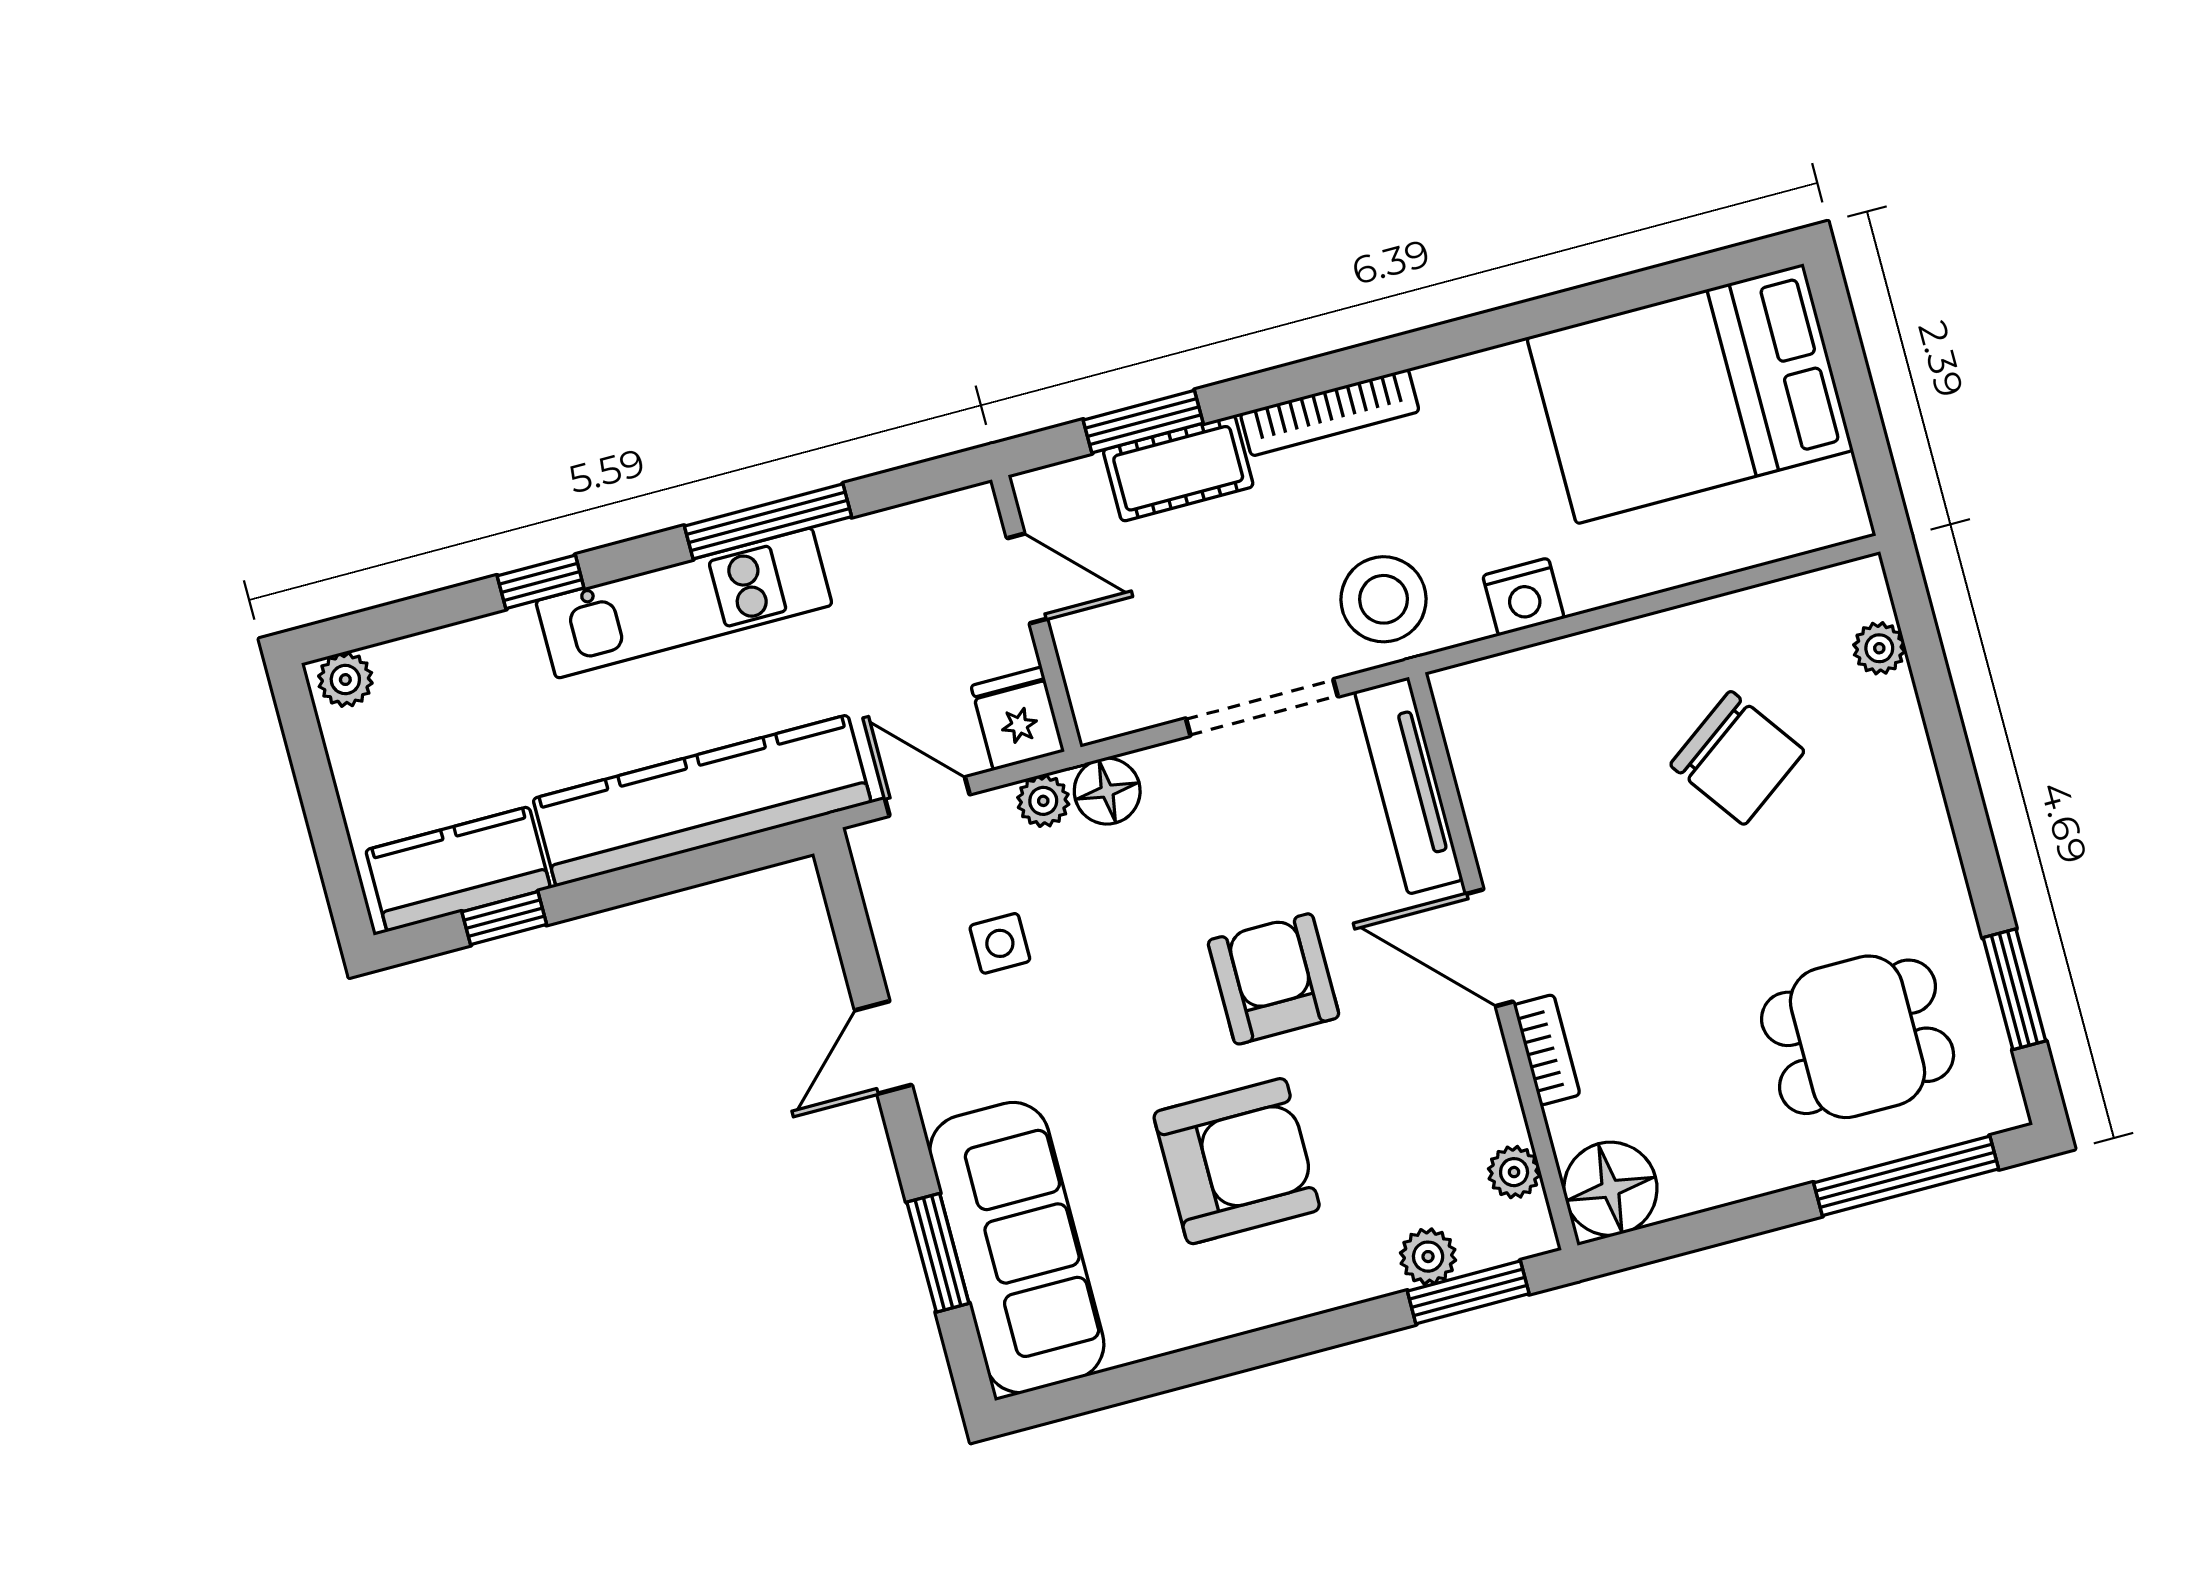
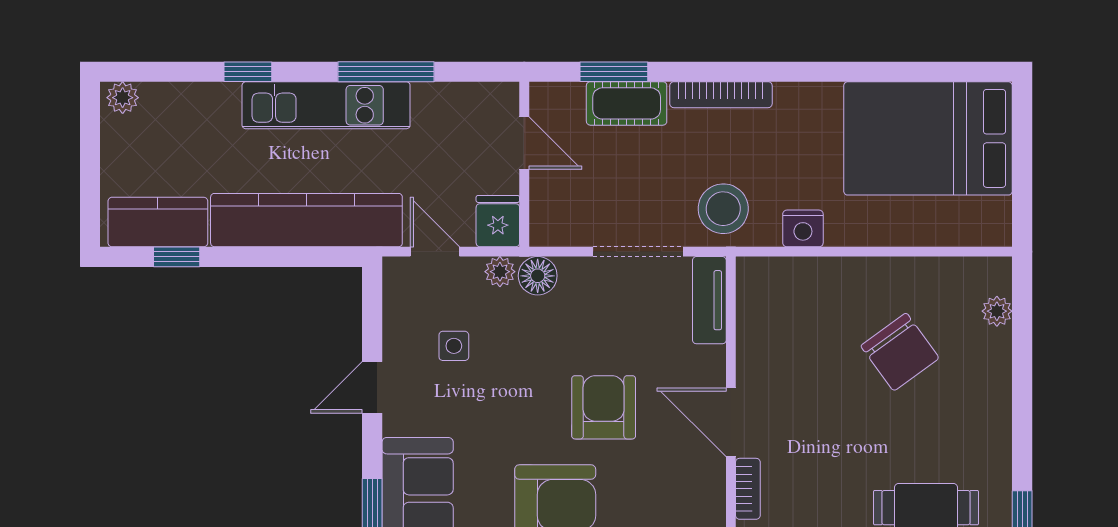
tv unit: (1409, 786) -> (709, 300), width x0.71

